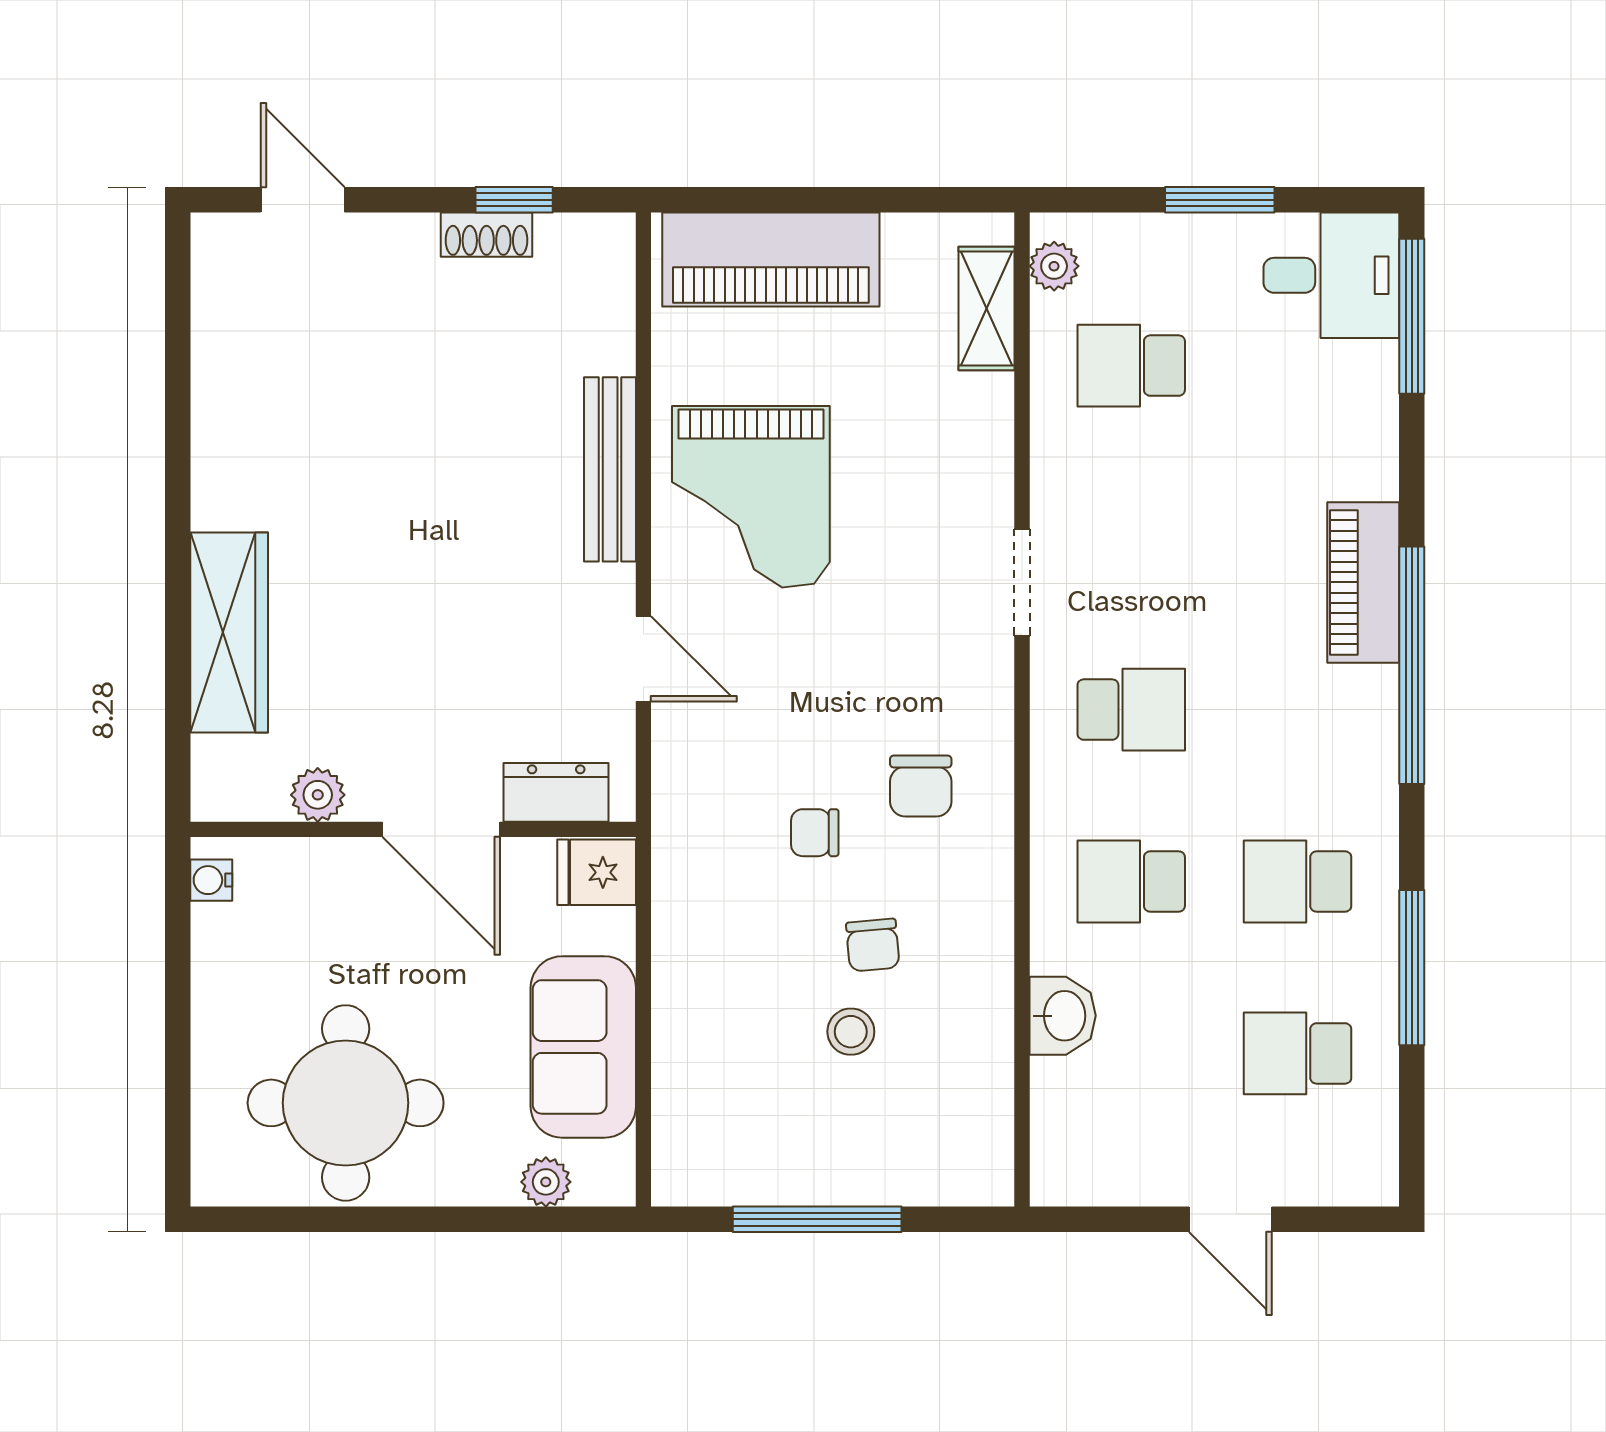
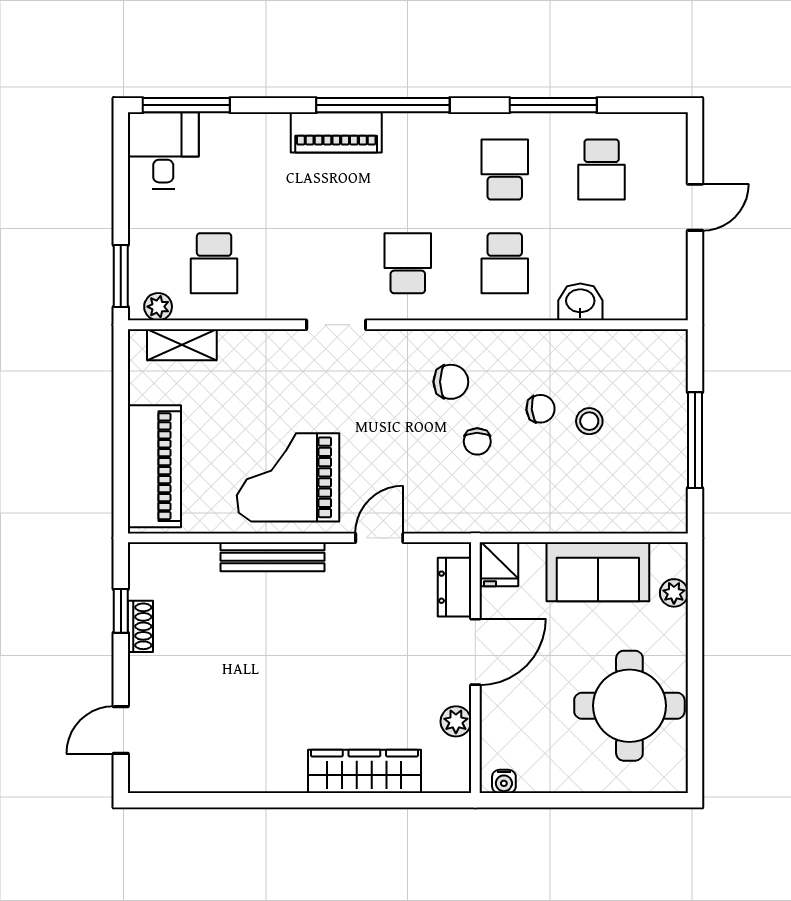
window: (1220, 200) -> (121, 276), moved
grand piano: (751, 497) -> (288, 477), turned 180
school desk: (1298, 882) -> (505, 169), turned 180

